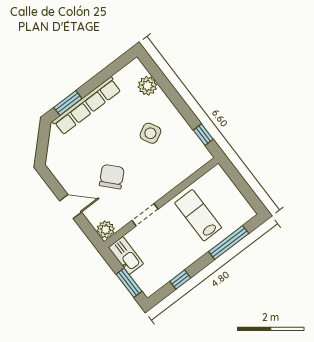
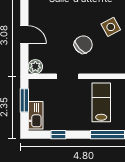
chair: (112, 177) -> (83, 45), moved
kitchen sink: (126, 256) -> (36, 115), moved
window: (129, 283) -> (24, 100), moved

